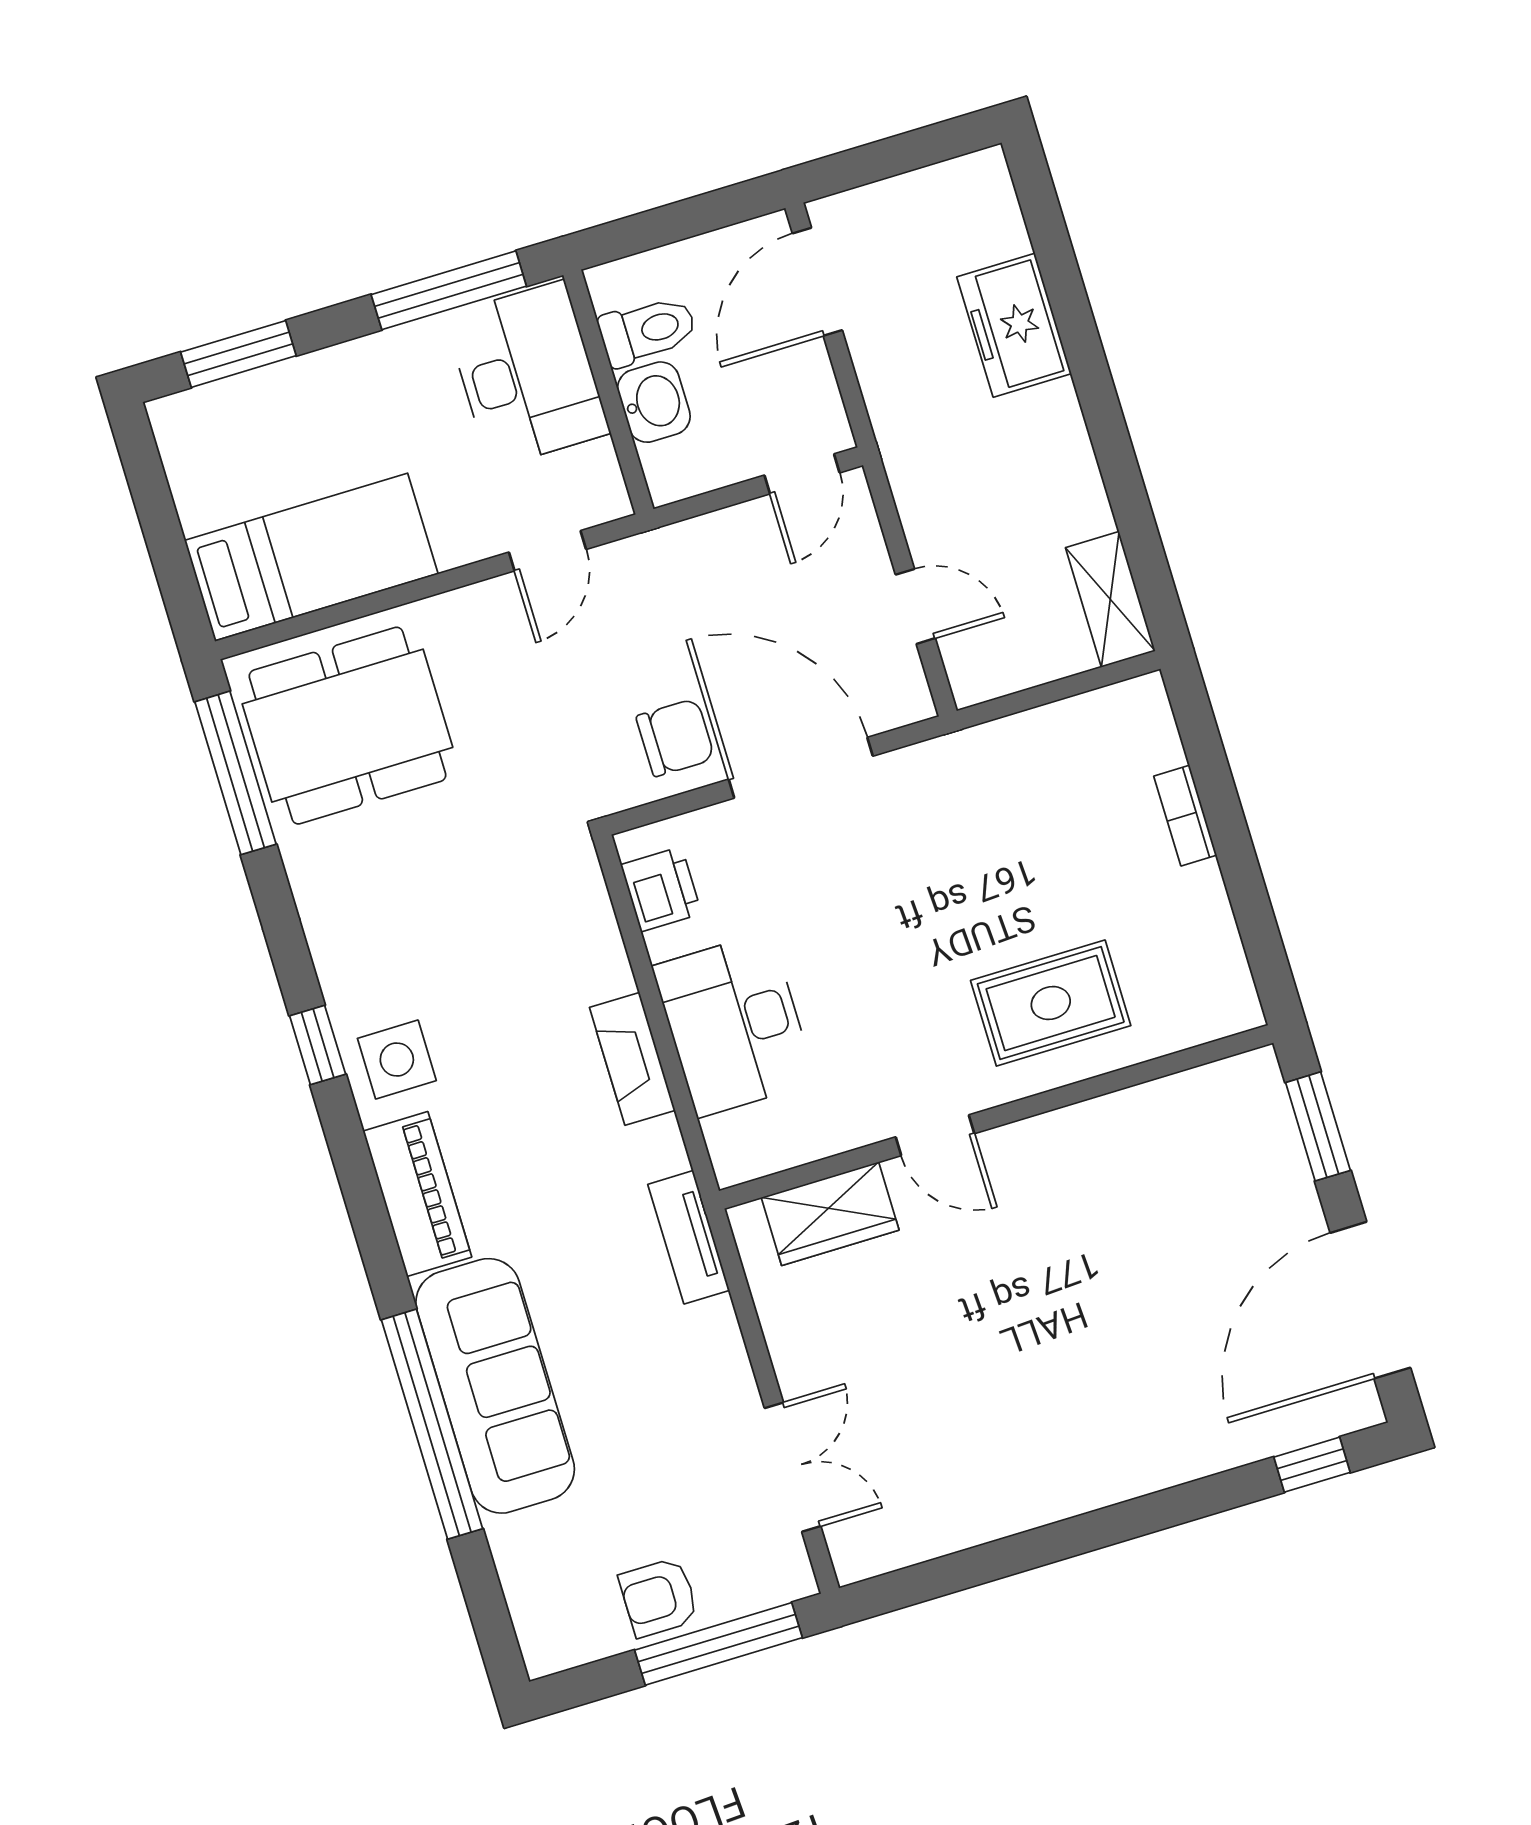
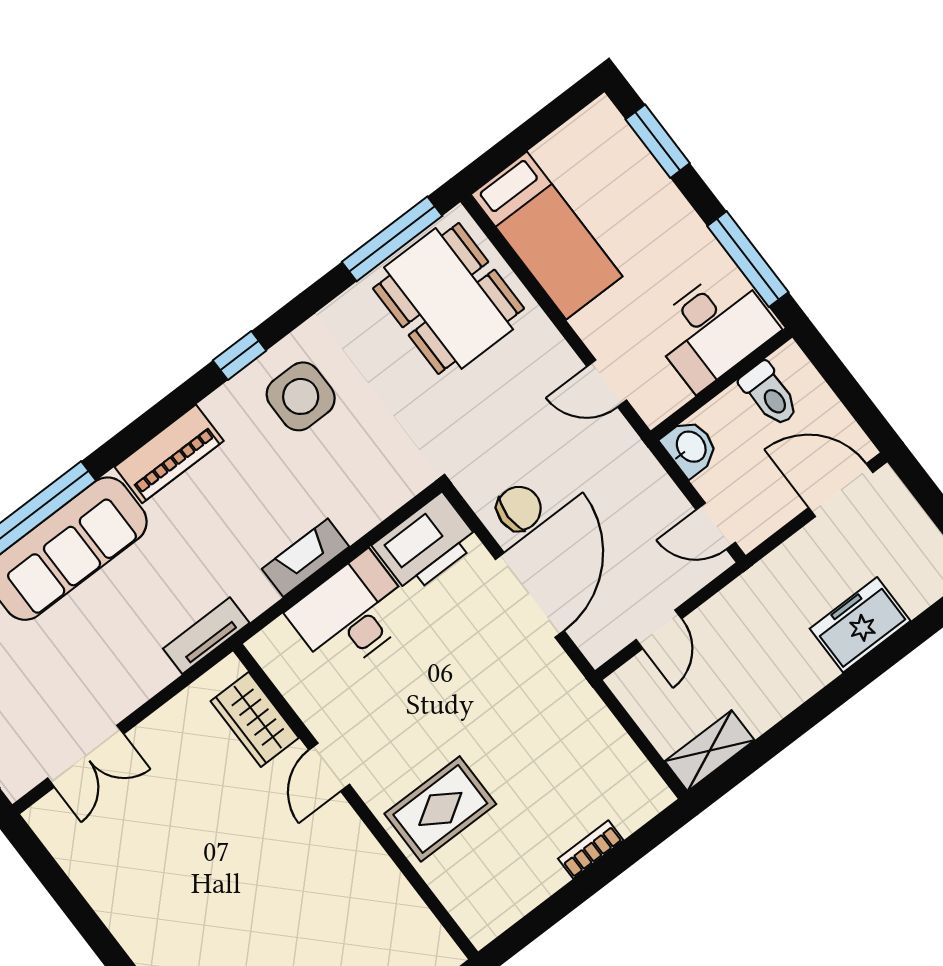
washbasin: (654, 402) -> (690, 447), moved, turned -90
chair: (675, 738) -> (519, 509), turned -90
printer: (661, 889) -> (426, 544), width x1.87, depth x1.48
rug: (1051, 1003) -> (440, 809), turned 90
side table: (397, 1060) -> (301, 396), moved, width x1.37, depth x1.37

